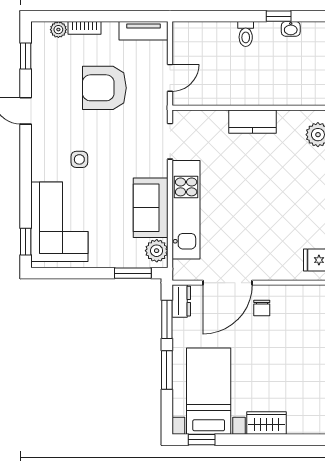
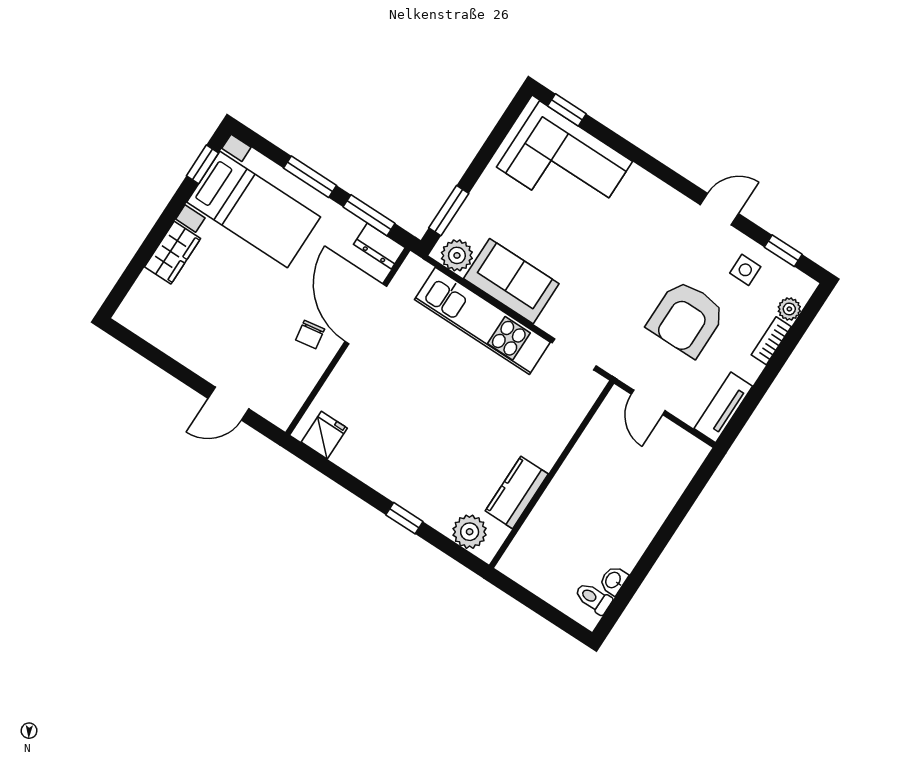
window: (279, 16) -> (638, 576), removed
toilet: (246, 34) -> (593, 598), moved
armchair: (104, 88) -> (686, 318), turned 180
kitchen counter: (253, 122) -> (517, 492), moved
side table: (79, 159) -> (745, 270), moved
chair: (262, 308) -> (310, 334), turned -99

